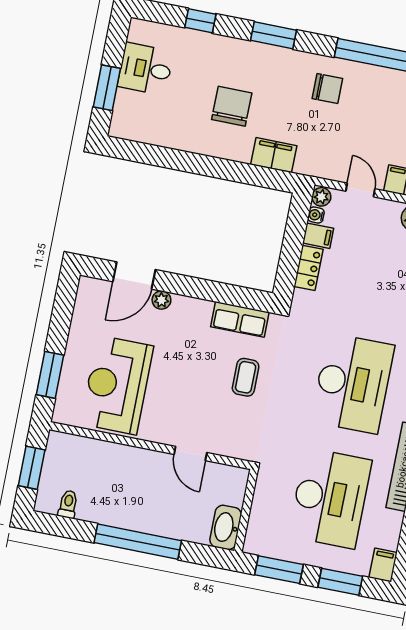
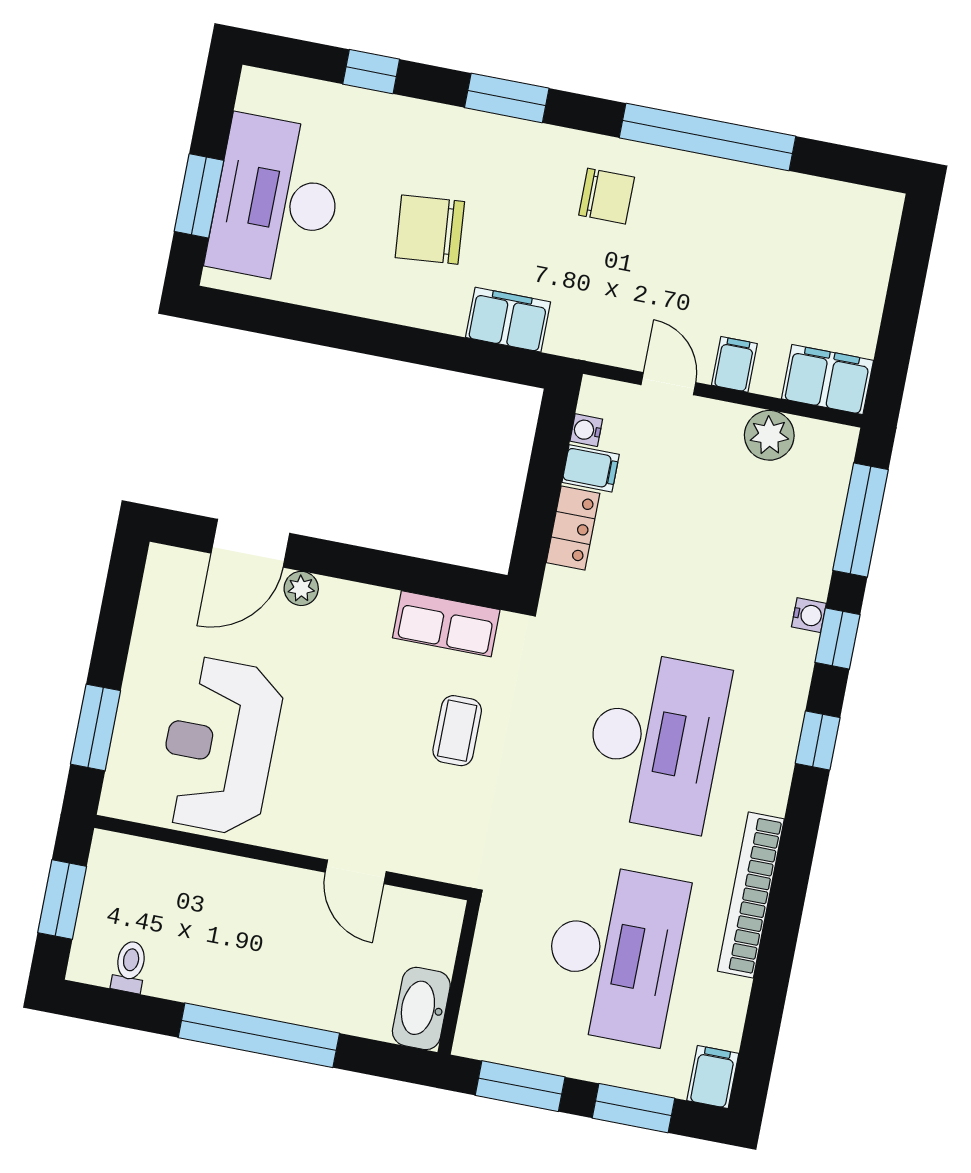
desk: (145, 69) -> (276, 200), width x1.87, depth x1.30
chair: (232, 106) -> (430, 230), turned -95
plant: (321, 197) -> (596, 396), removed

